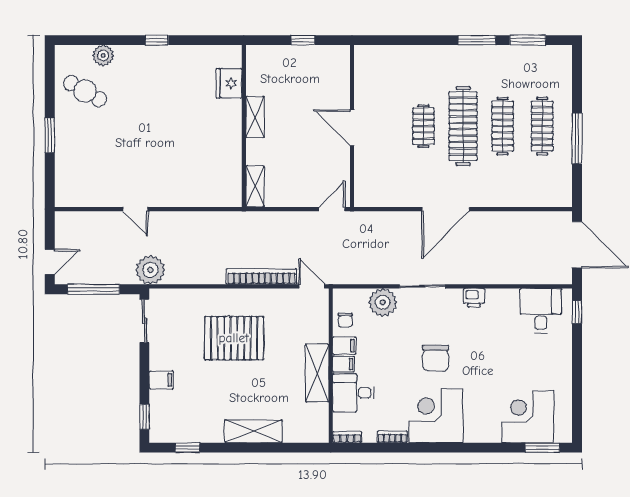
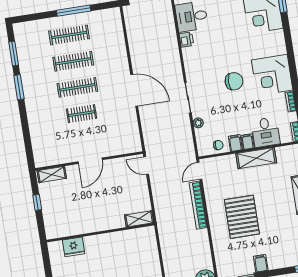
shelving: (255, 117) -> (52, 175), moved
clothes rail: (463, 126) -> (77, 87), width x0.73, depth x0.76
printer: (474, 298) -> (186, 40), moved
plant: (383, 302) -> (198, 123), width x0.53, depth x0.53
filing cabinet: (161, 380) -> (261, 263), moved

